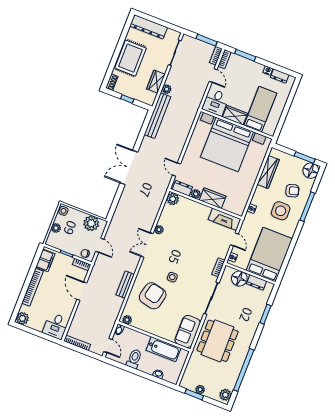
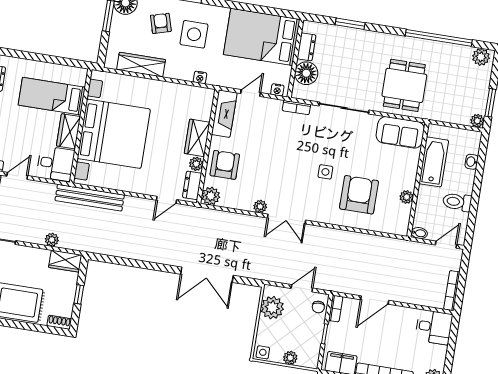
wardrobe: (156, 82) -> (65, 261), moved
bench: (157, 116) -> (90, 198), moved
double door: (129, 167) -> (207, 275), moved
armchair: (191, 212) -> (225, 165), added
bench: (125, 285) -> (351, 239), removed
armchair: (153, 296) -> (359, 195), turned 77
plant: (127, 320) -> (407, 197), moved
dining table: (218, 341) -> (404, 85), width x0.73
plant: (200, 390) -> (477, 121), moved

